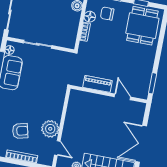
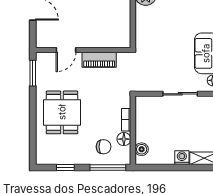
dining table: (142, 26) -> (62, 112), moved
door: (122, 97) -> (66, 50), hinge flipped

